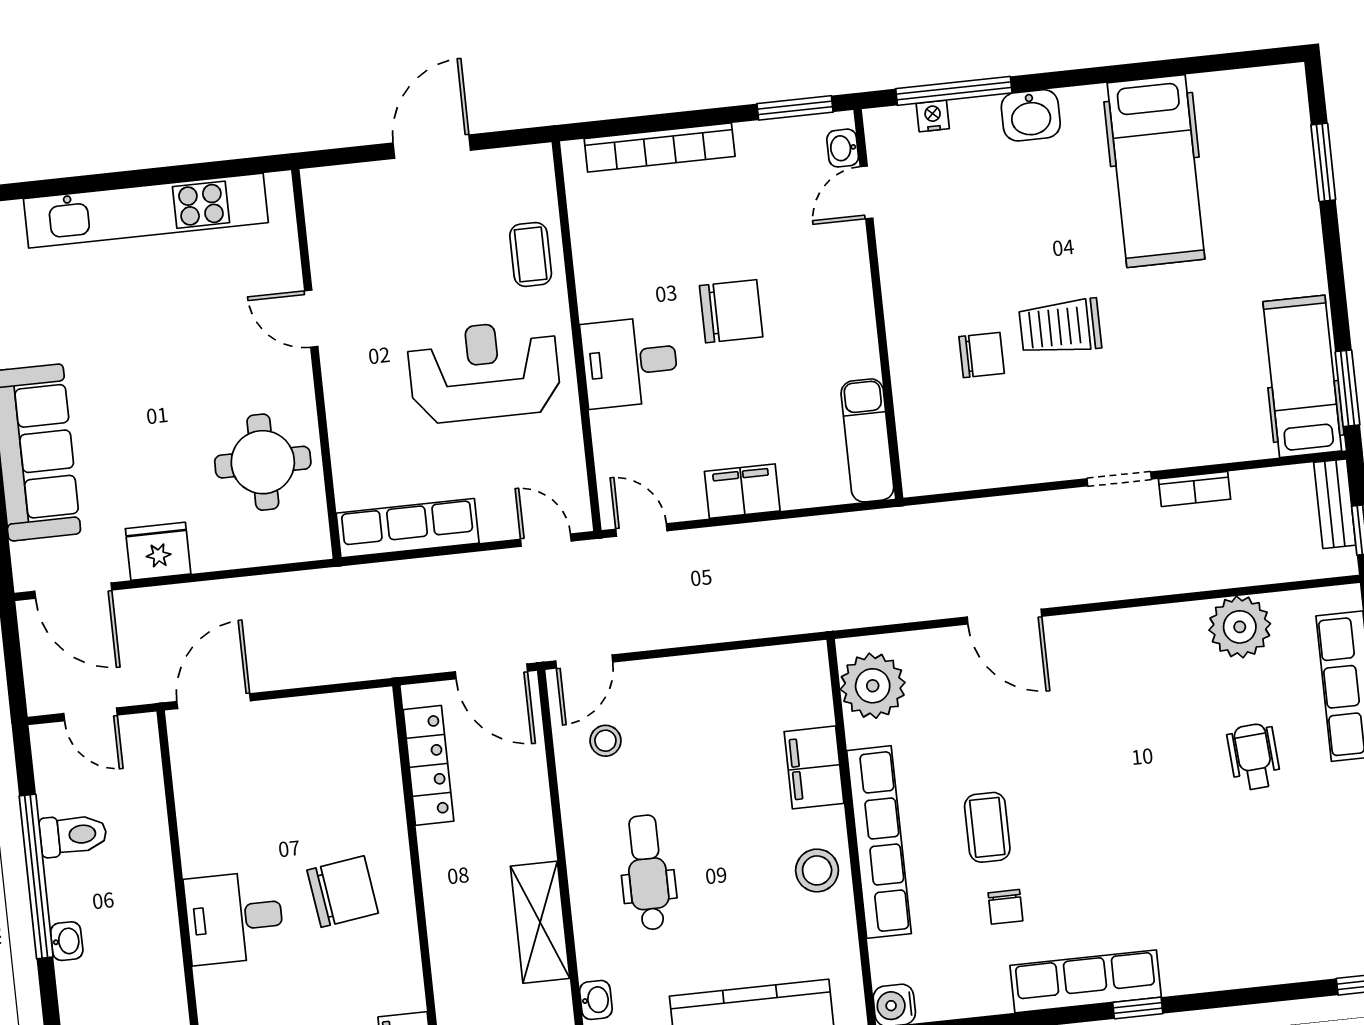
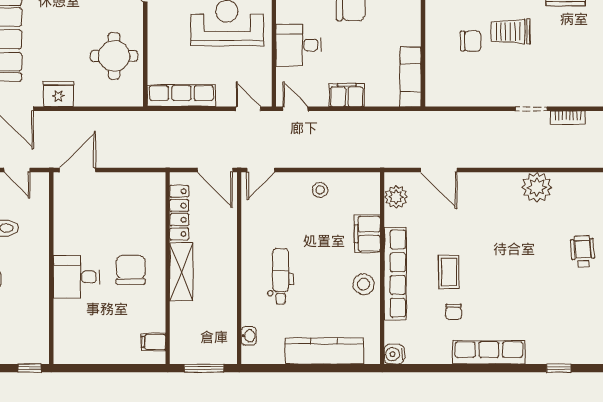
desk: (630, 362) -> (299, 45), moved
door: (1005, 617) -> (439, 170), moved
plant: (1240, 627) -> (537, 187), moved
plant: (873, 686) -> (396, 197), width x0.73, depth x0.73
stool: (605, 741) -> (320, 190), moved
chair: (343, 892) -> (131, 270), turned -82
shelving: (540, 922) -> (181, 272), moved
window: (1138, 1008) -> (559, 368), moved

